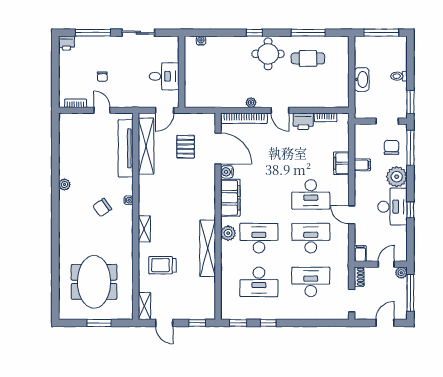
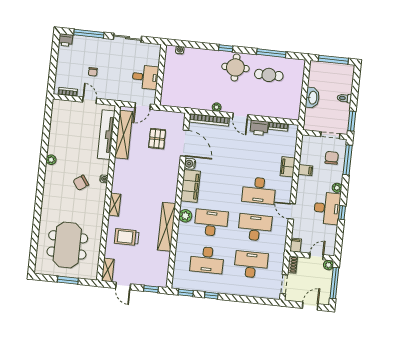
plant: (397, 177) -> (337, 188), width x0.53, depth x0.53

